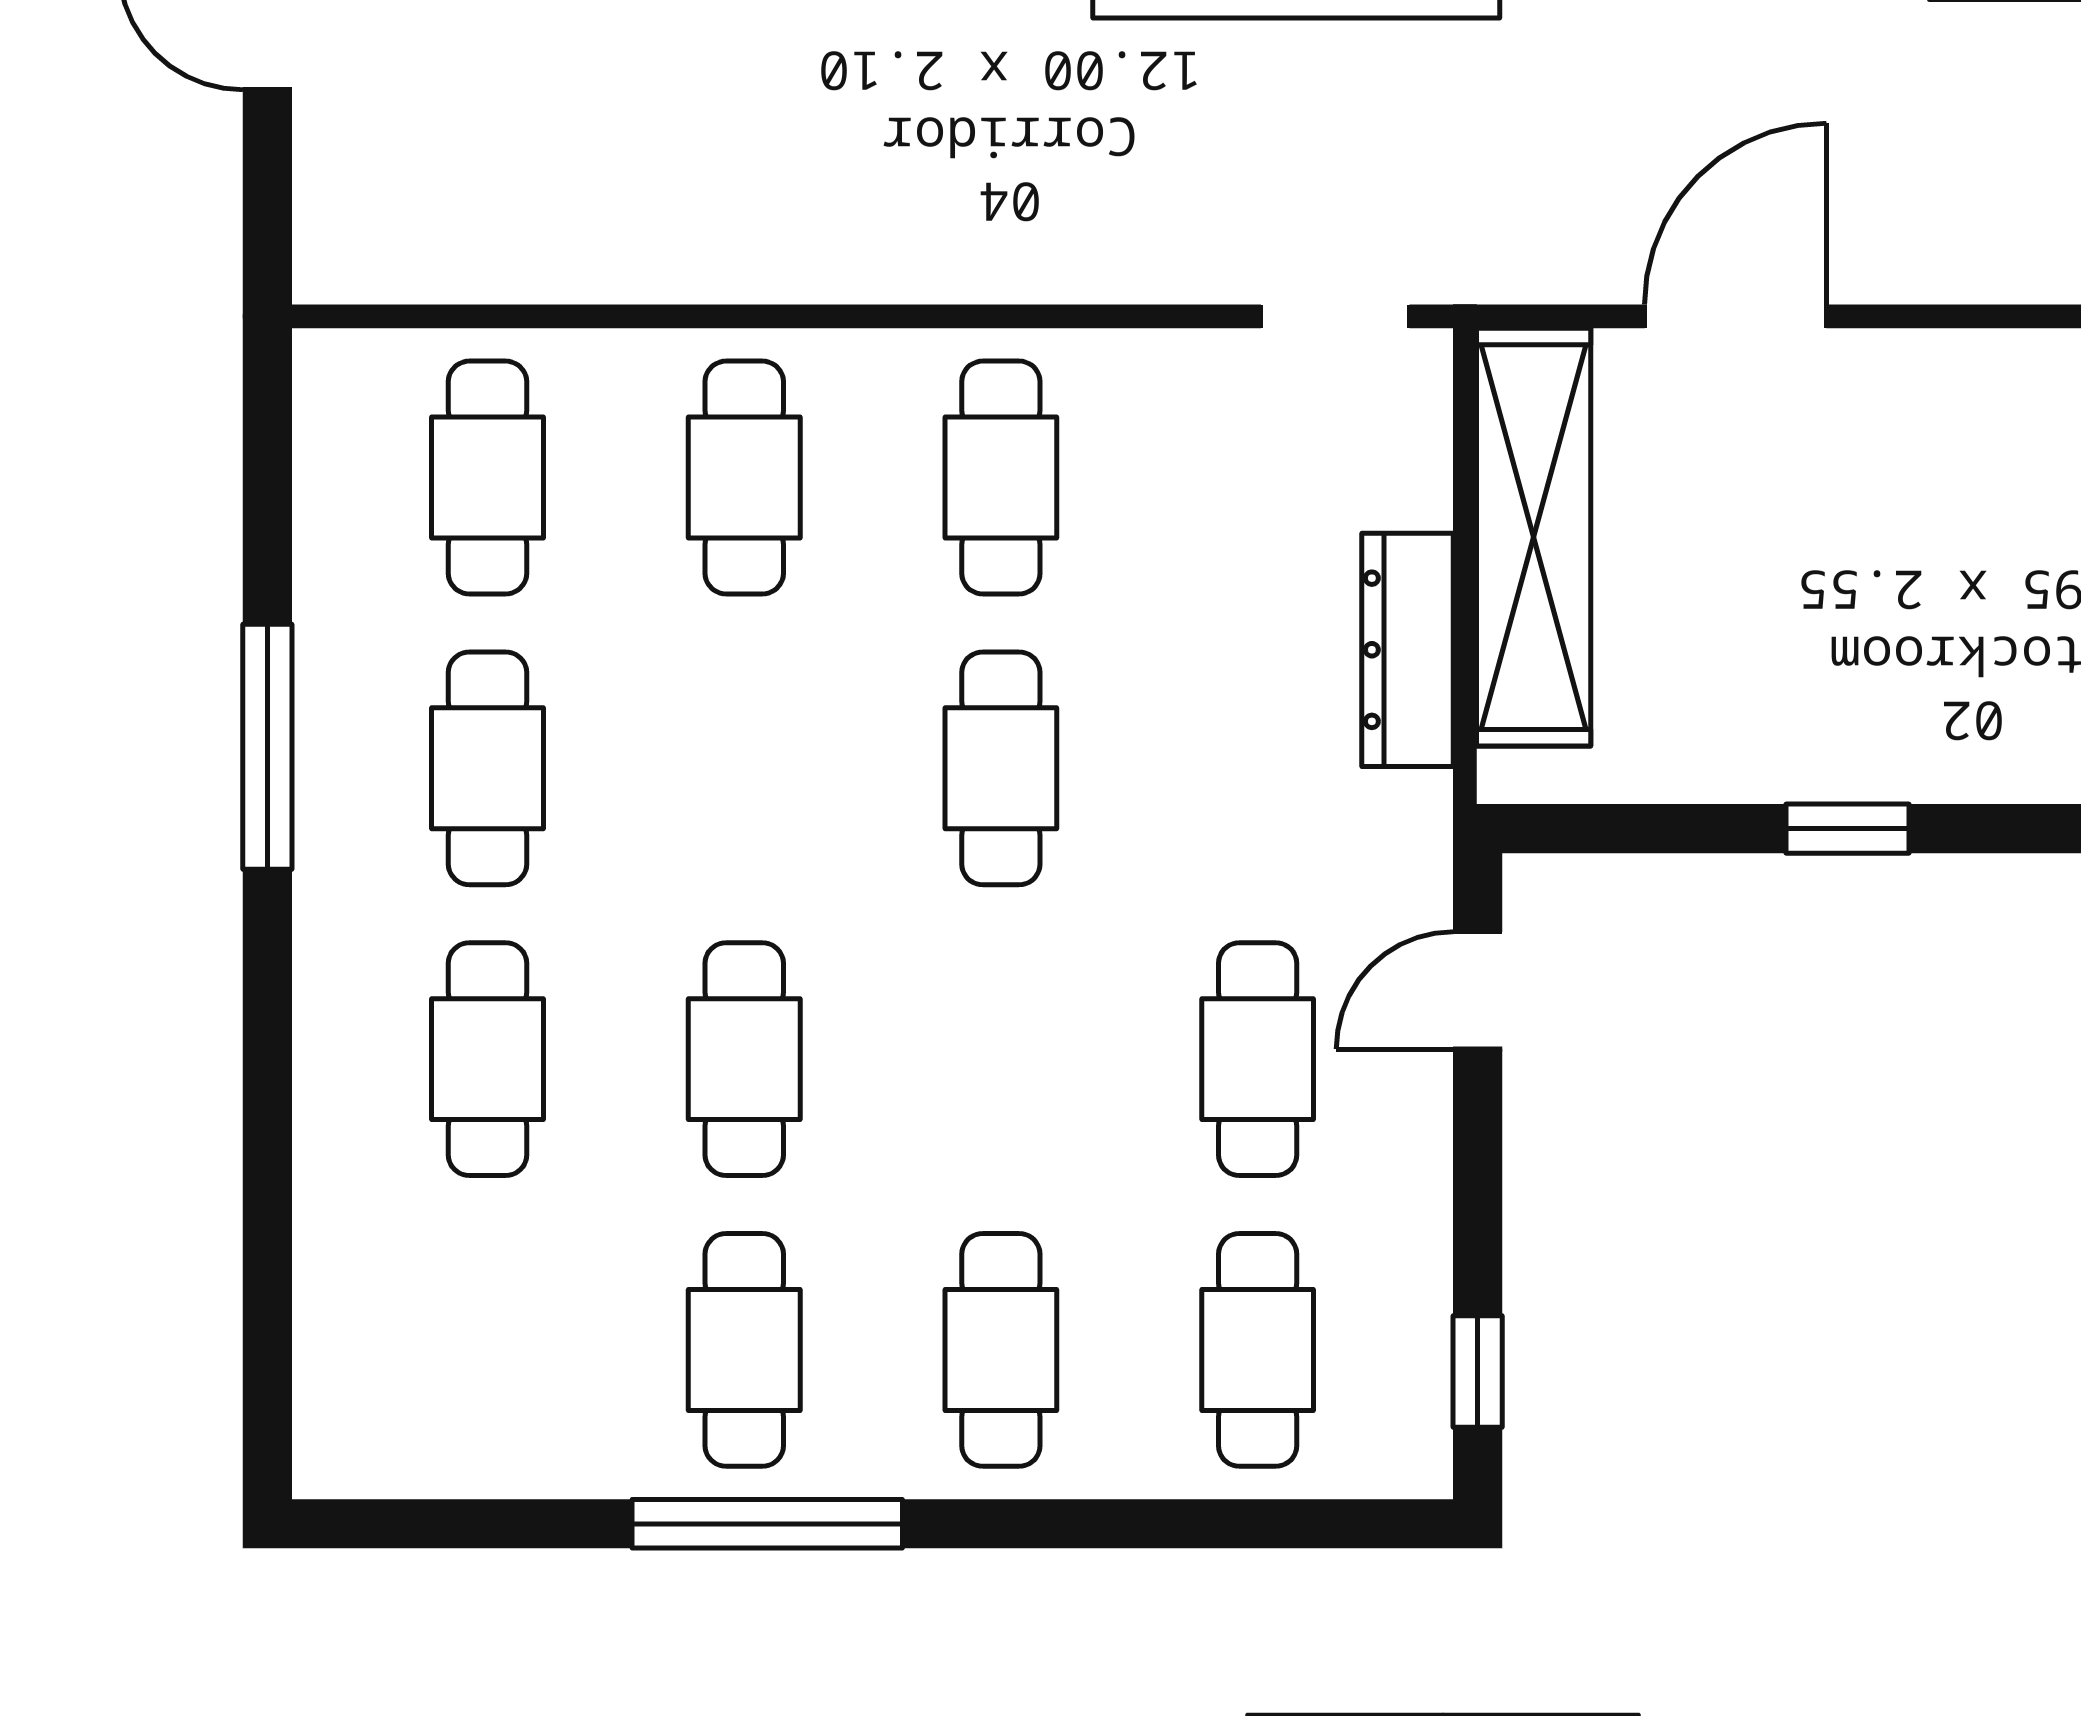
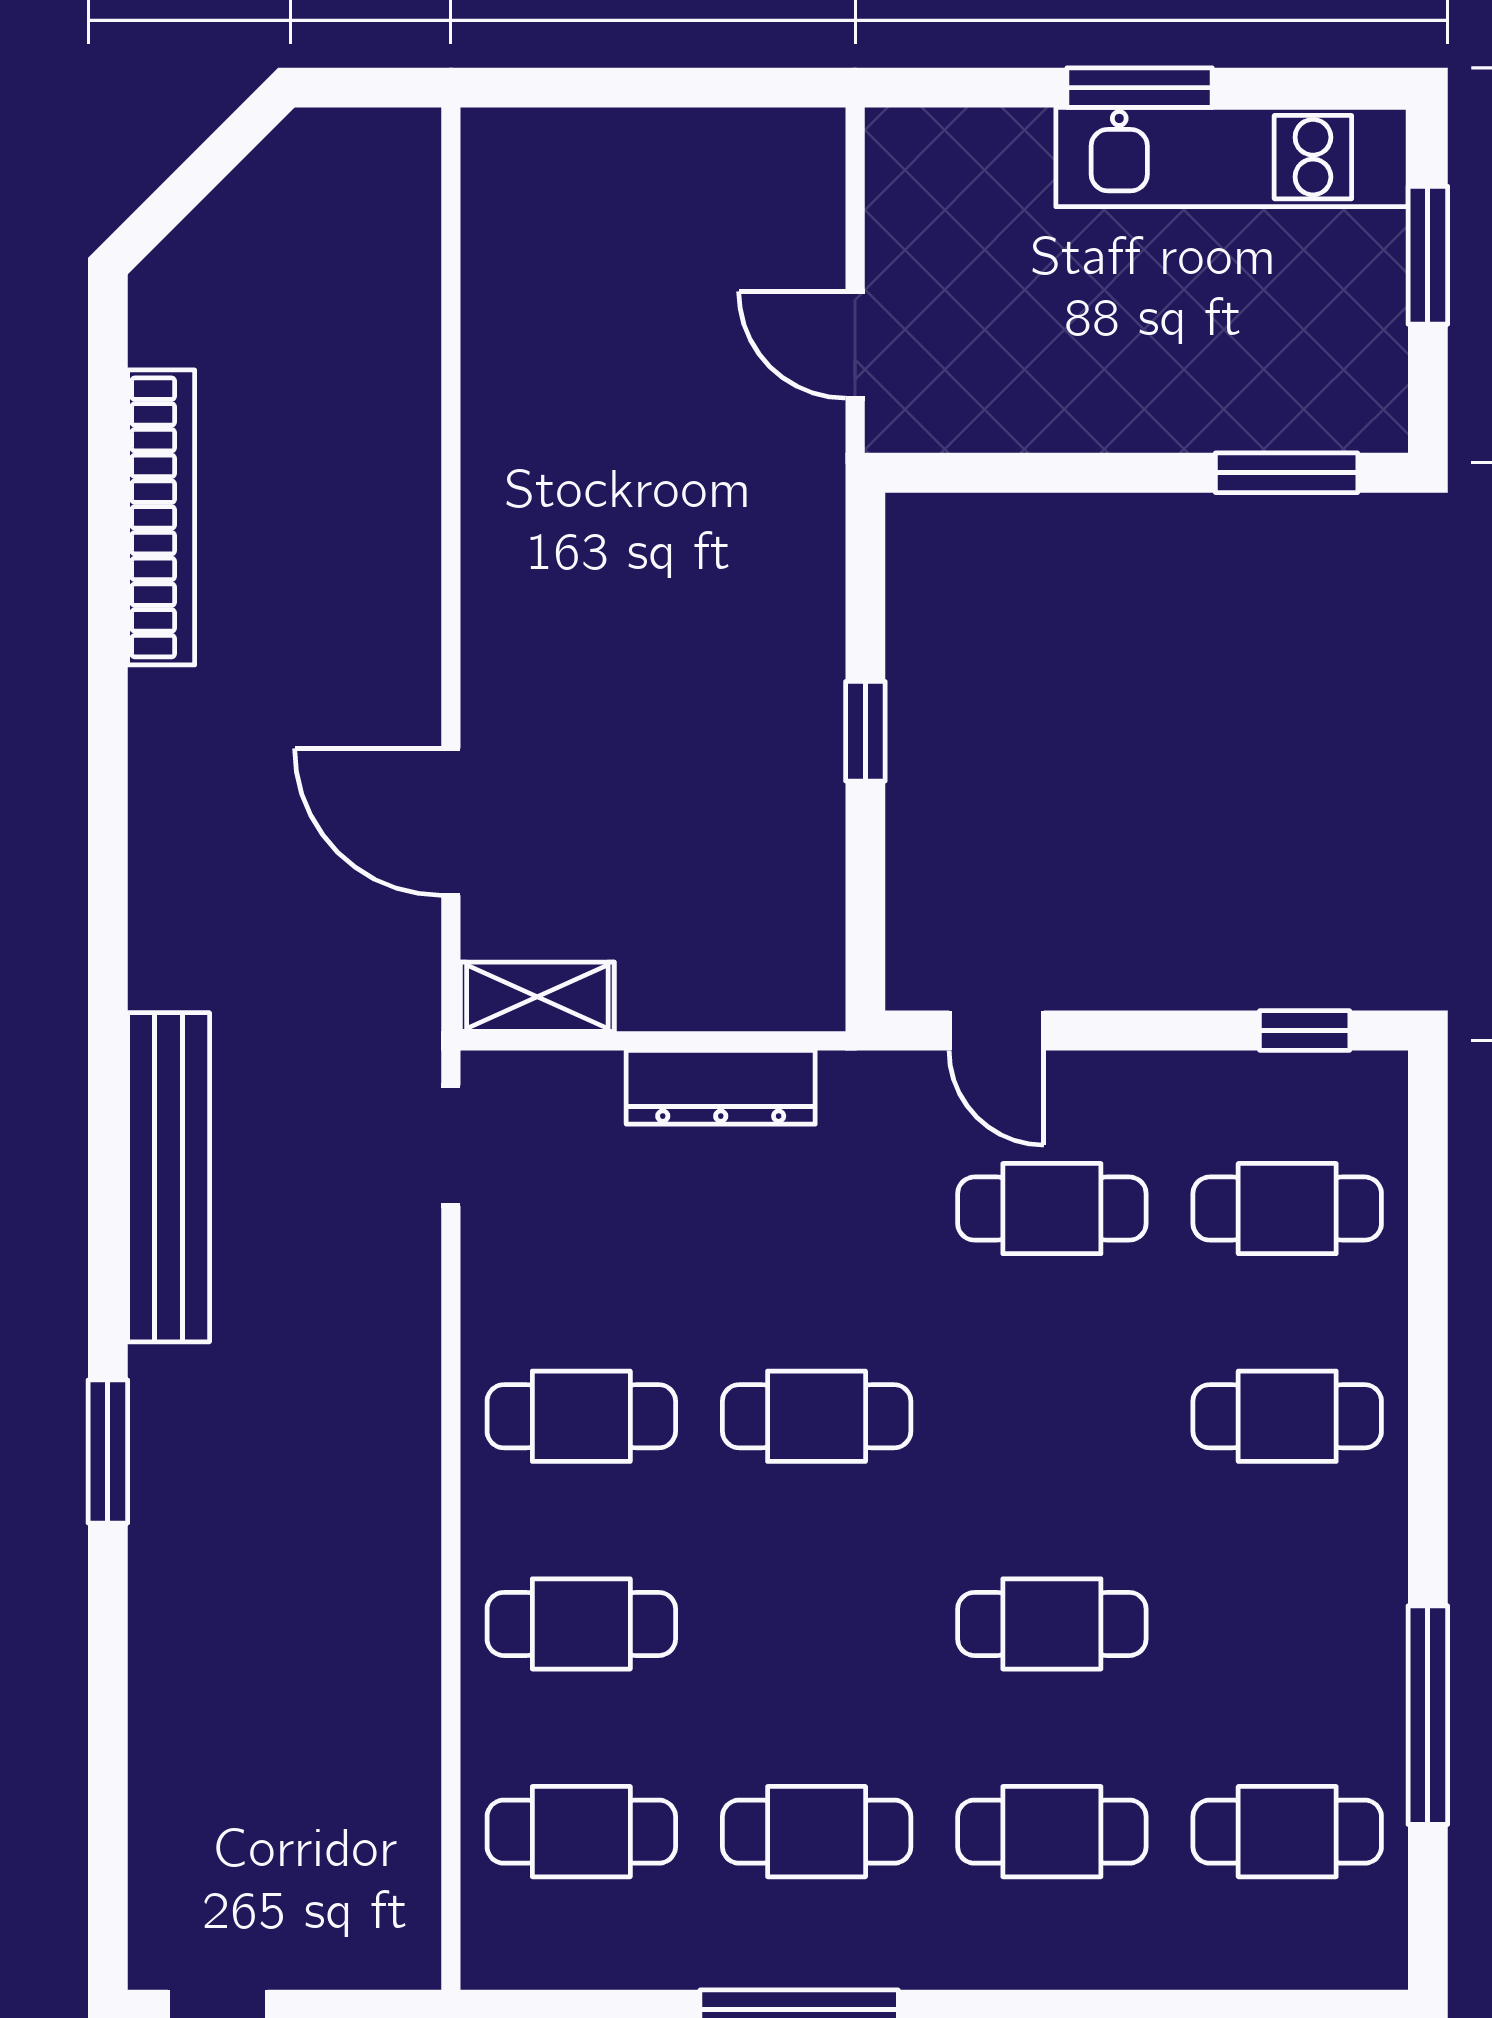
shelving: (1534, 537) -> (537, 997), width x0.45, depth x0.75
cafe table: (744, 1350) -> (1287, 1832), moved
window: (767, 1524) -> (1428, 1715), moved

